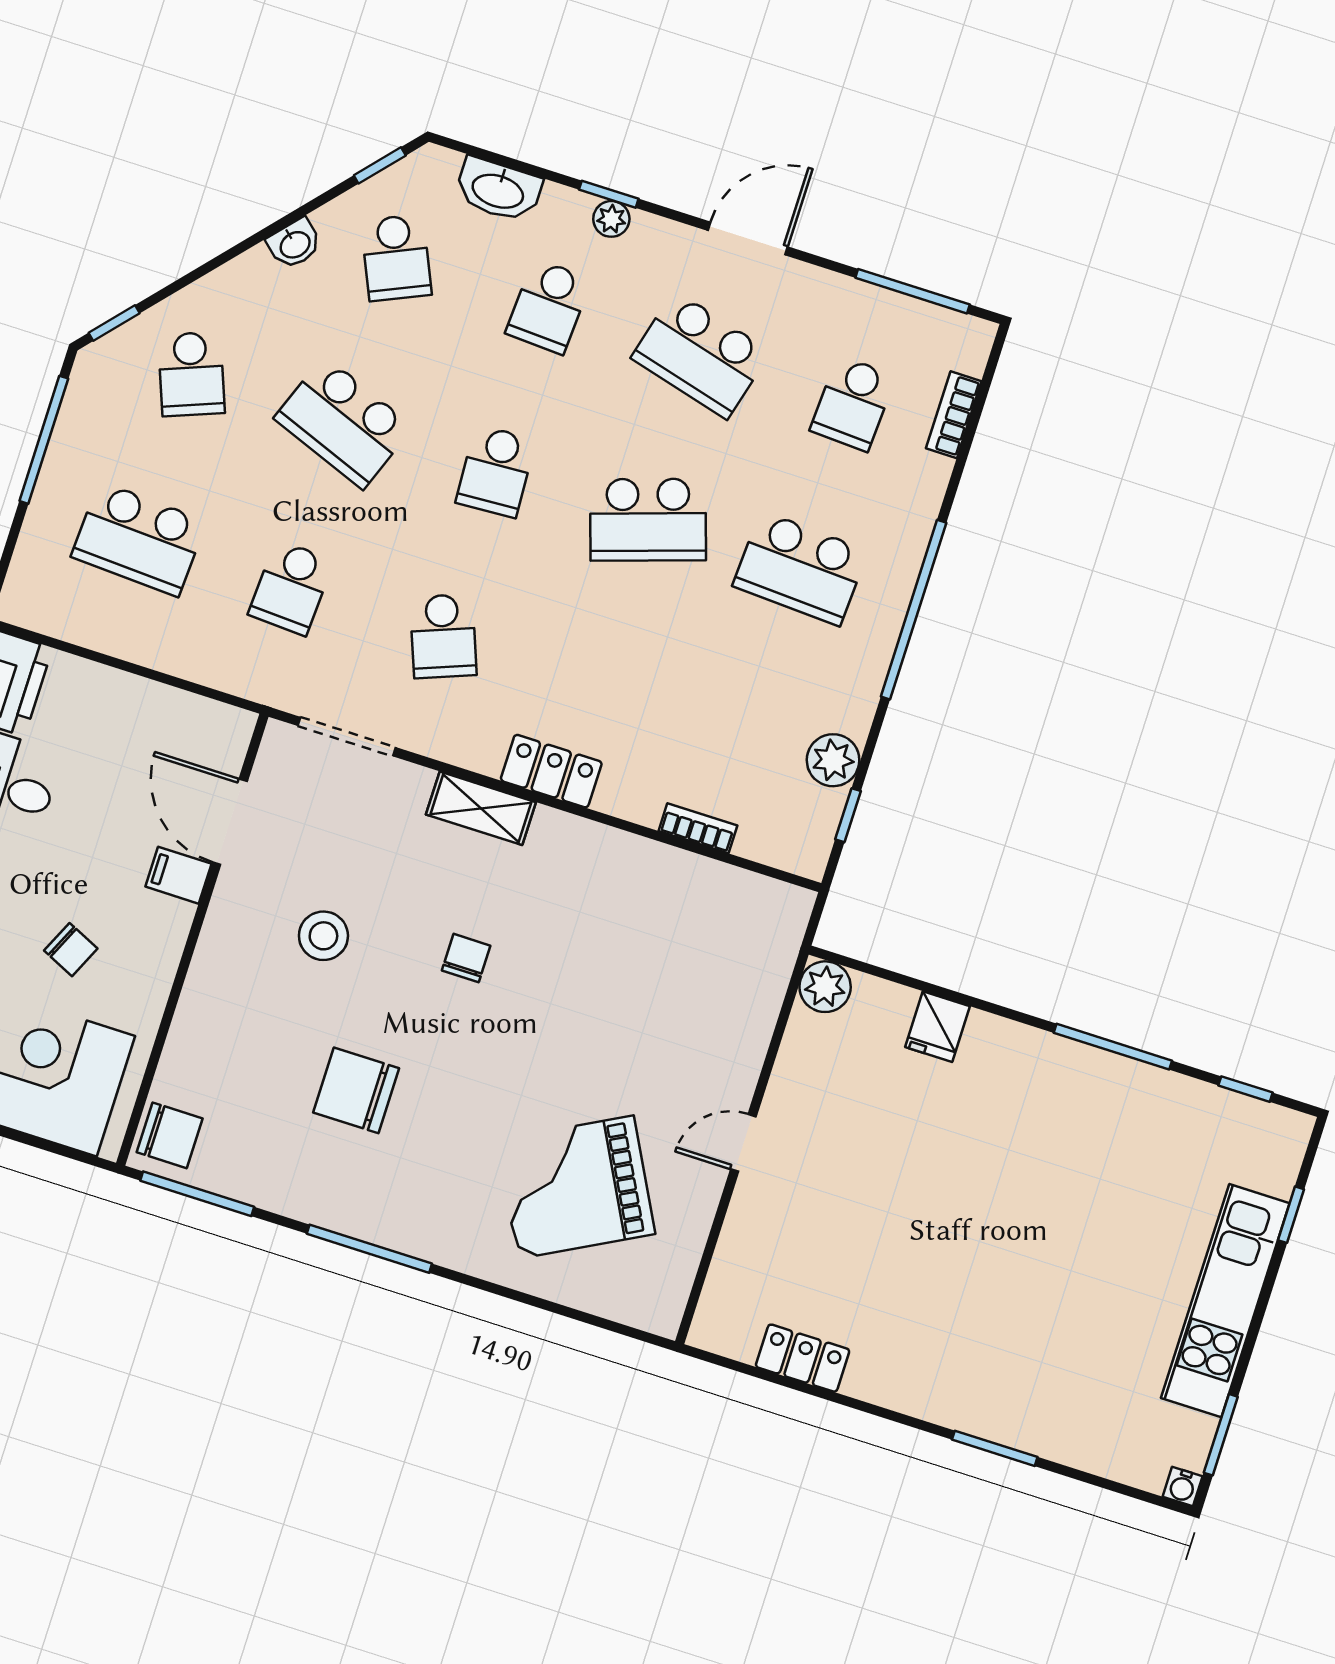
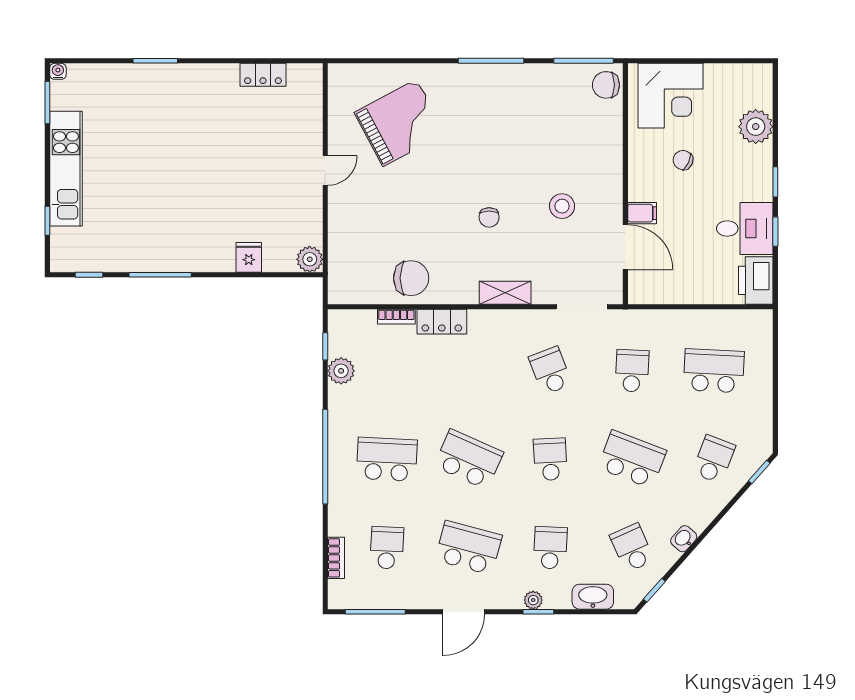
school desk: (191, 374) -> (714, 459), turned 42
window: (44, 440) -> (775, 404), removed
school desk: (648, 520) -> (469, 459), turned 42
locker: (551, 771) -> (442, 322), moved
chair: (356, 1090) -> (411, 278), moved

